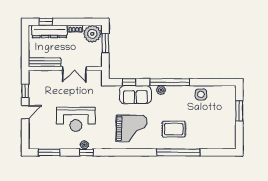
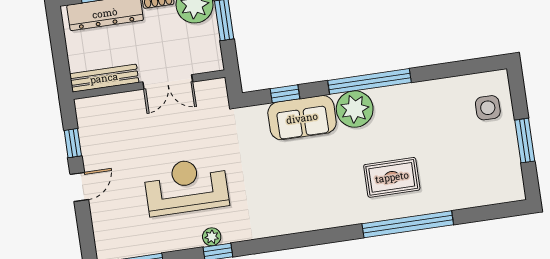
plant: (161, 90) -> (355, 109), width x1.88, depth x1.88
side table: (201, 94) -> (488, 108), moved
window: (239, 111) -> (525, 141), moved
reception desk: (76, 119) -> (186, 186), turned 180
grand piano: (132, 129) -> (304, 189), removed

